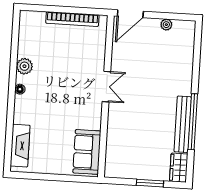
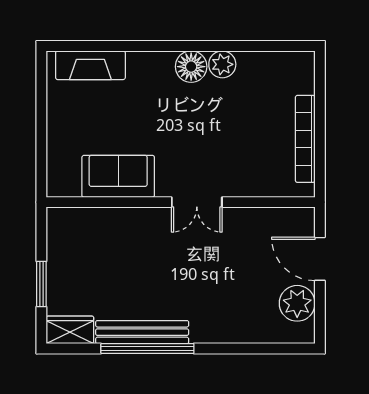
door: (130, 14) -> (320, 259), moved
plant: (166, 25) -> (297, 303), width x1.88, depth x1.88
floor lamp: (20, 89) -> (191, 67), width x1.89, depth x1.89
sofa: (87, 152) -> (118, 176), moved

